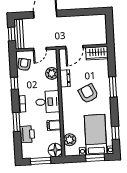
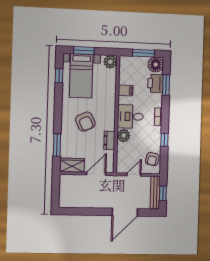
plant: (52, 73) -> (124, 136), moved
window: (113, 87) -> (57, 145), moved
window: (17, 122) -> (166, 85), moved
plant: (70, 140) -> (110, 62), moved
floor lamp: (55, 150) -> (156, 65), moved

